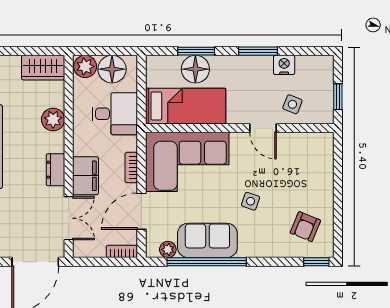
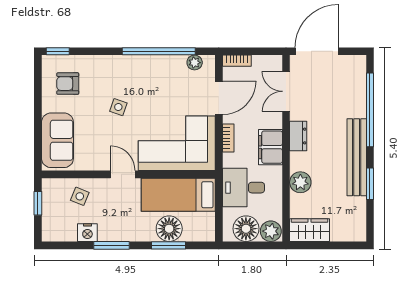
door: (263, 128) -> (123, 174), moved
filing cabinet: (85, 176) -> (270, 147), moved
armchair: (305, 227) -> (68, 84), turned -112
sofa: (207, 240) -> (57, 140), moved, turned -90

